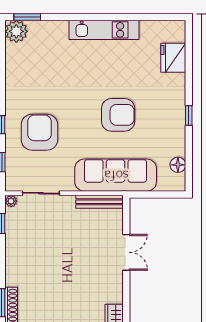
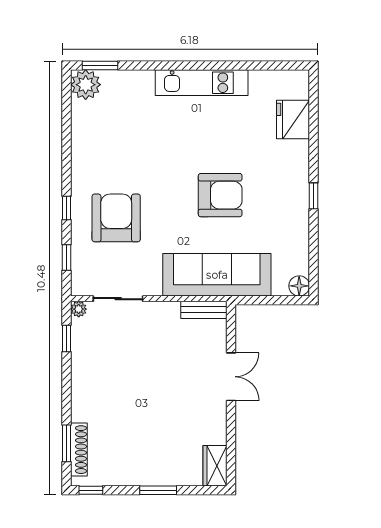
floor lamp: (178, 165) -> (299, 286), moved
bench: (99, 202) -> (204, 310), width x0.73

